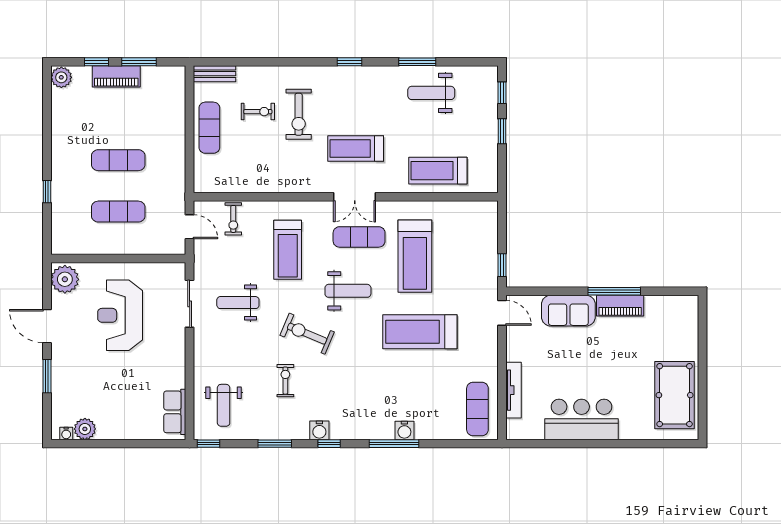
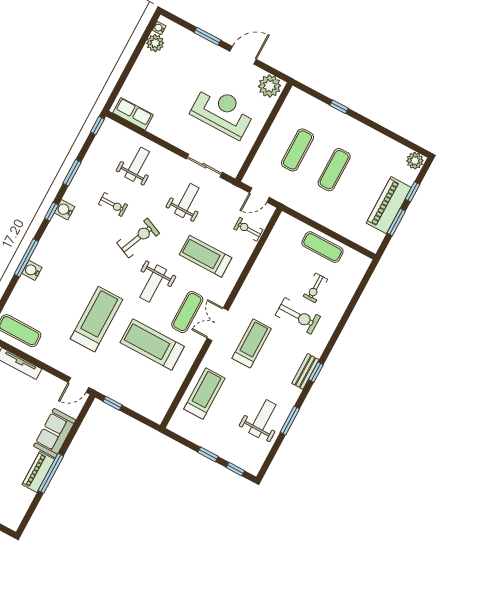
bench: (215, 74) -> (305, 371), moved
piano: (116, 76) -> (389, 205), width x1.37, depth x1.33
exercise bike: (299, 114) -> (298, 316), turned 180
weight bench: (224, 405) -> (137, 164), moved, turned 90

